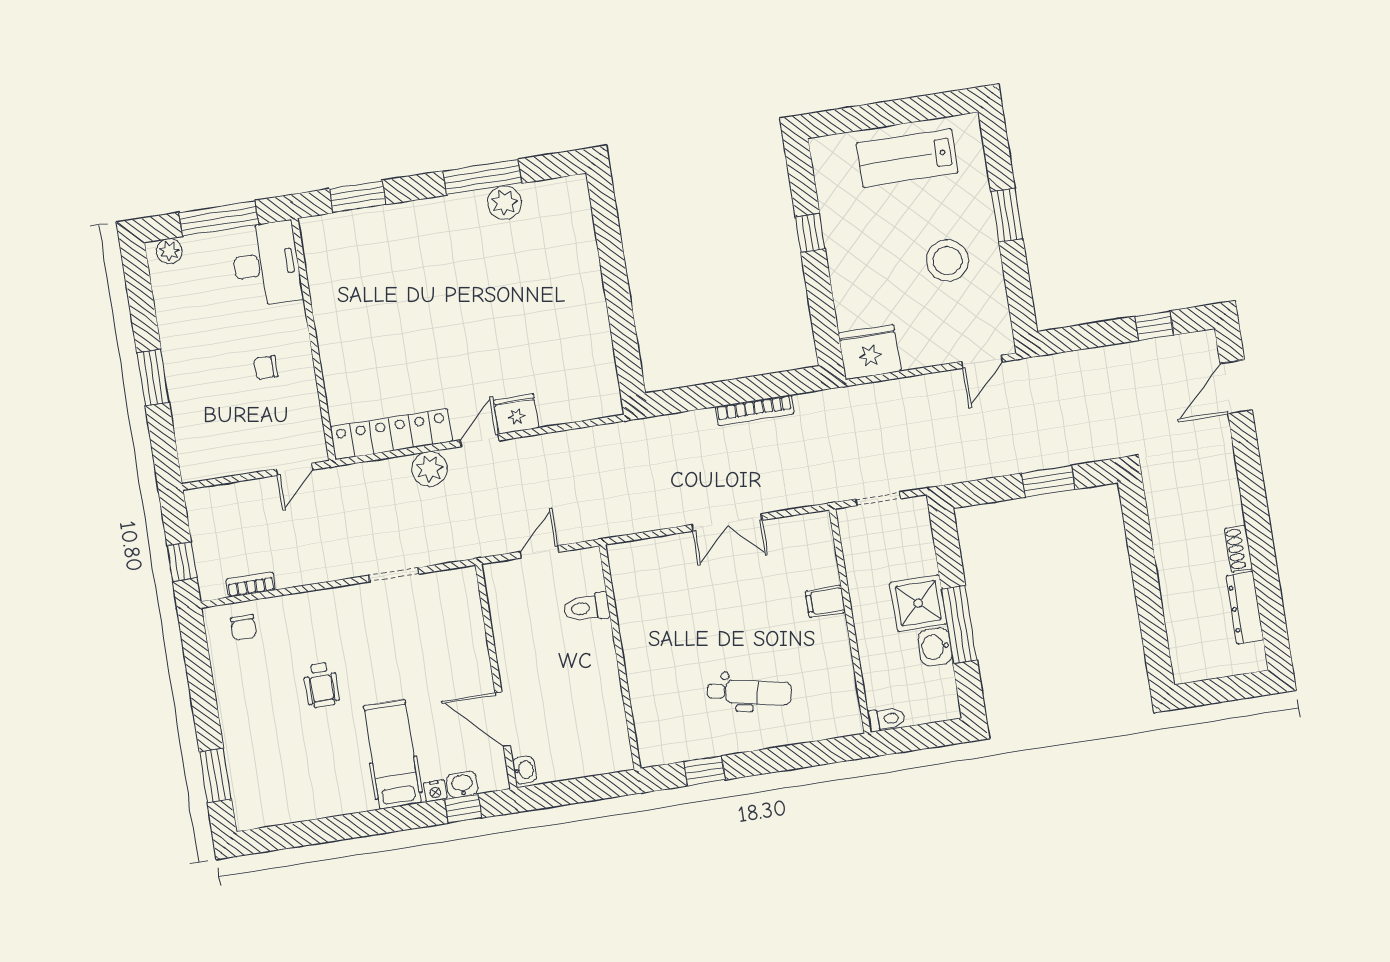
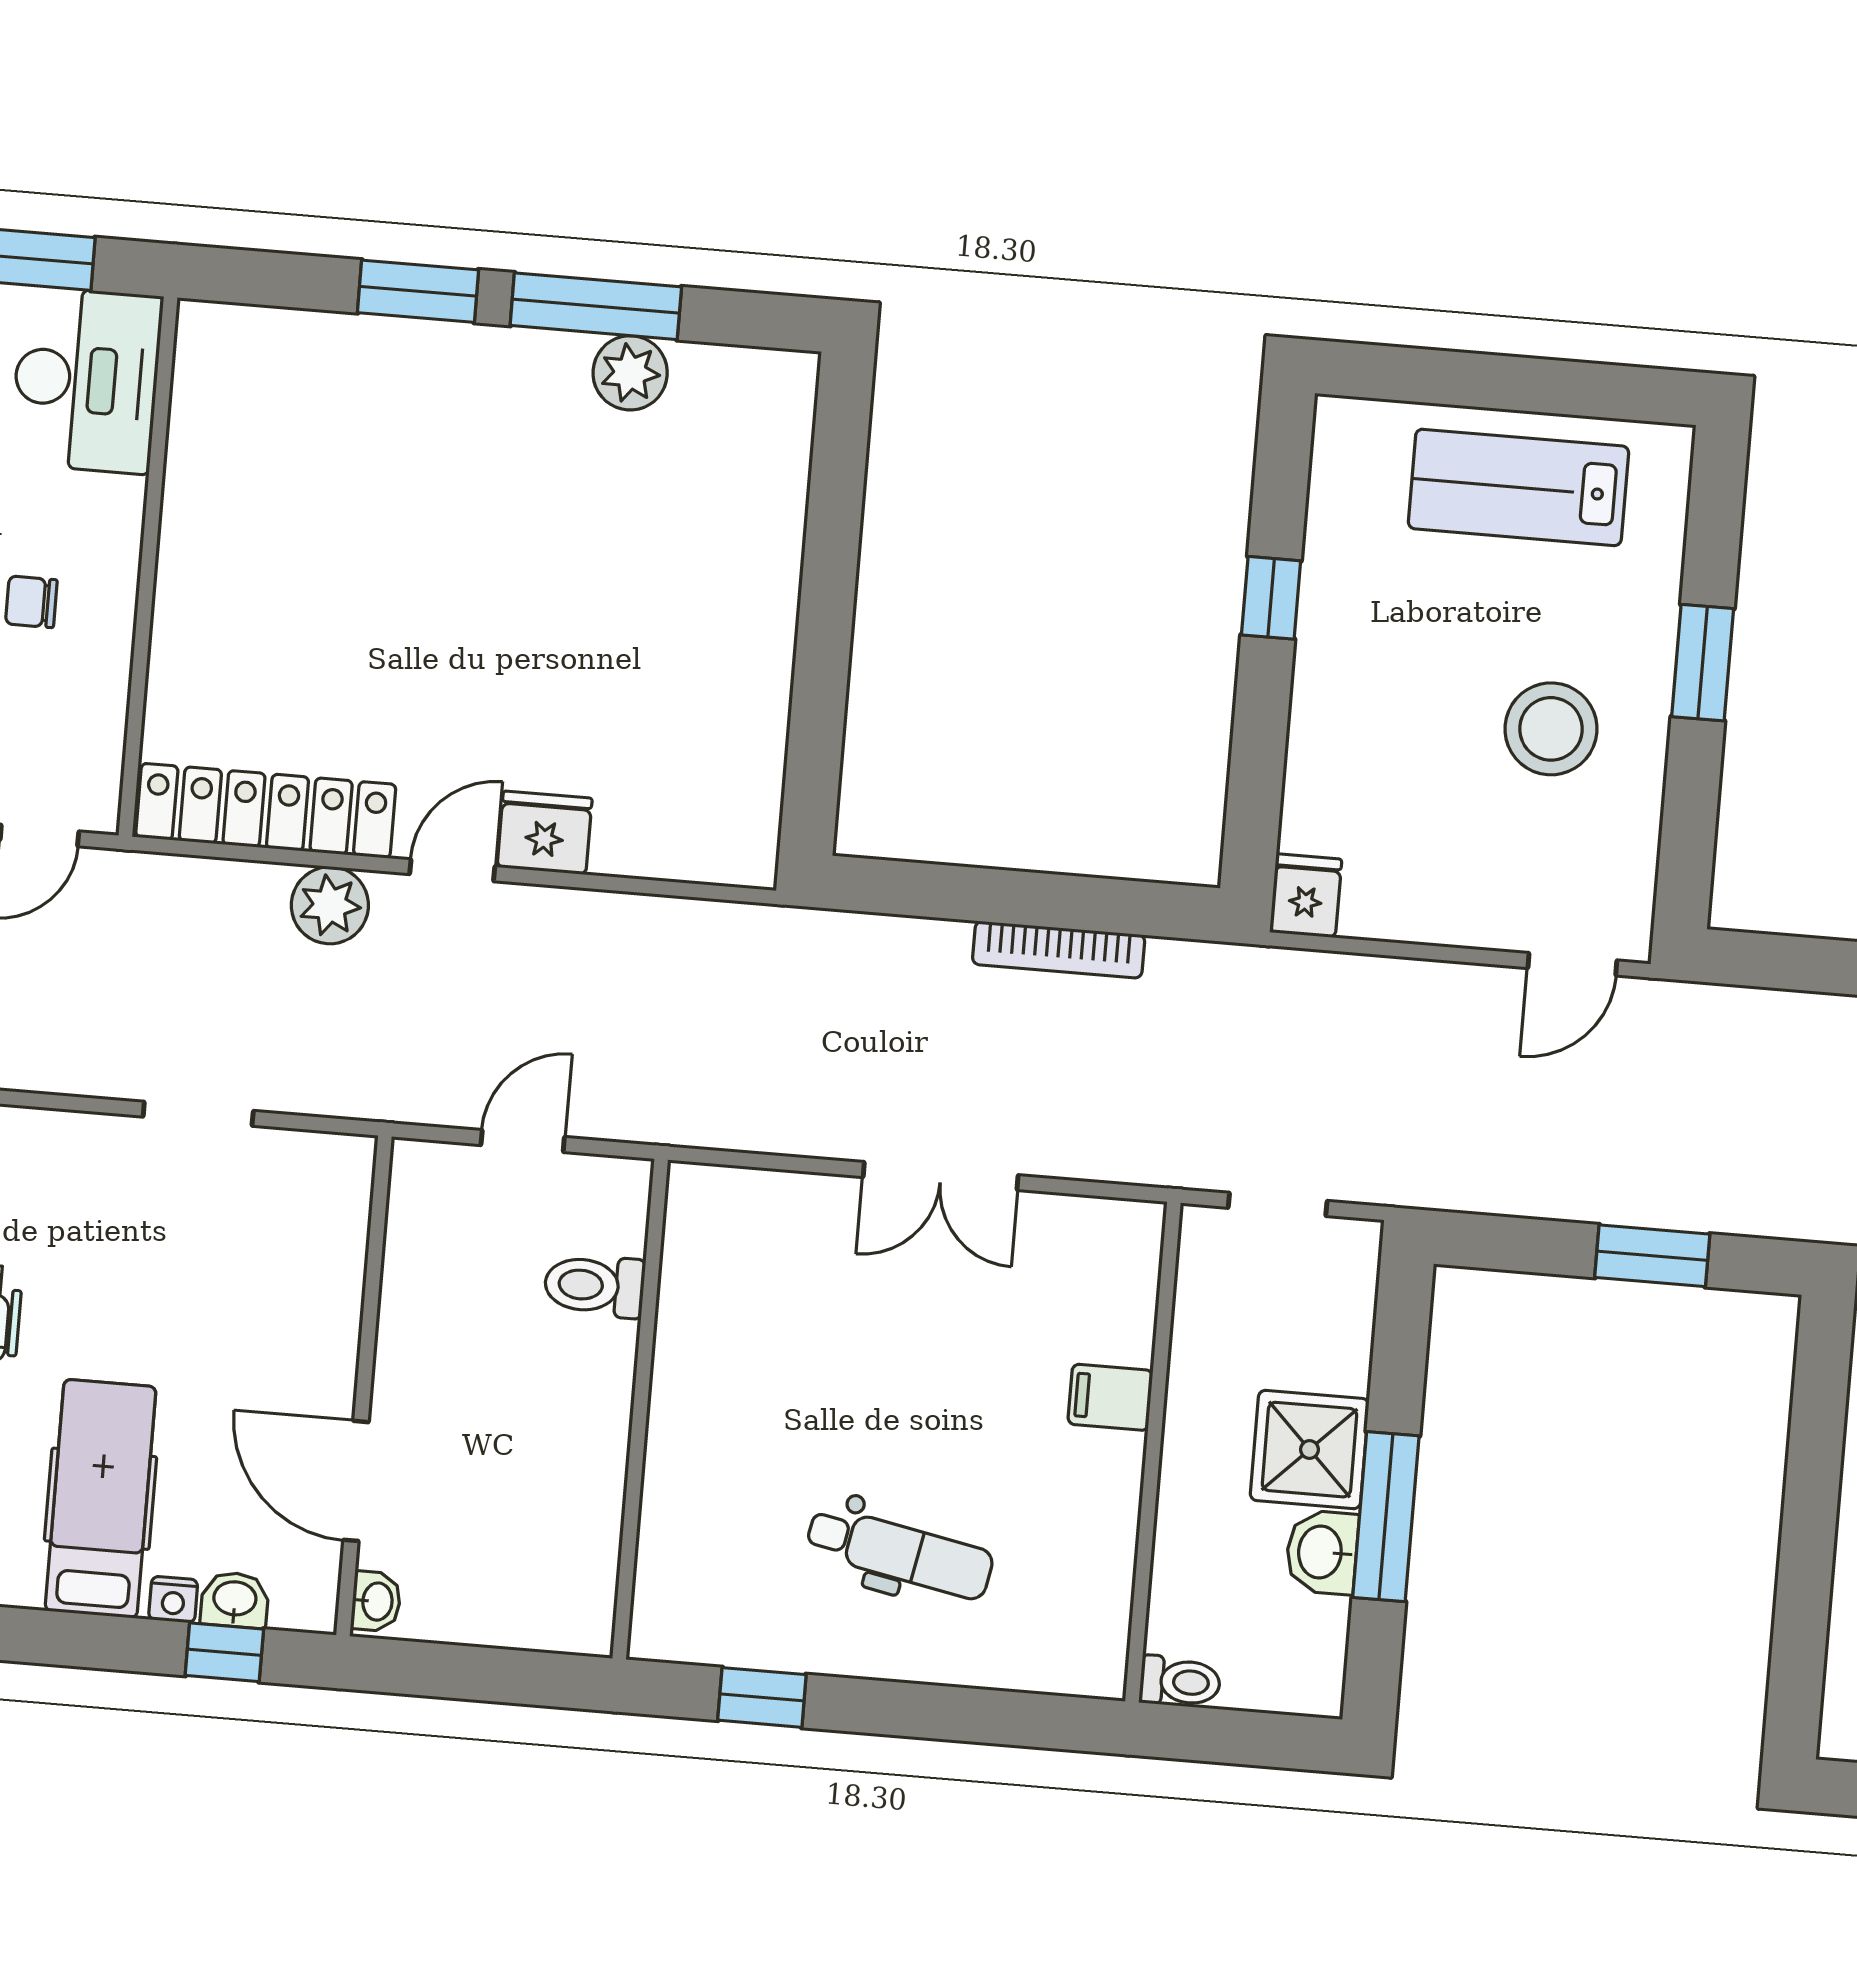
window: (357, 197) -> (418, 291), moved
fridge: (870, 352) -> (1306, 896), width x0.53, depth x0.75

